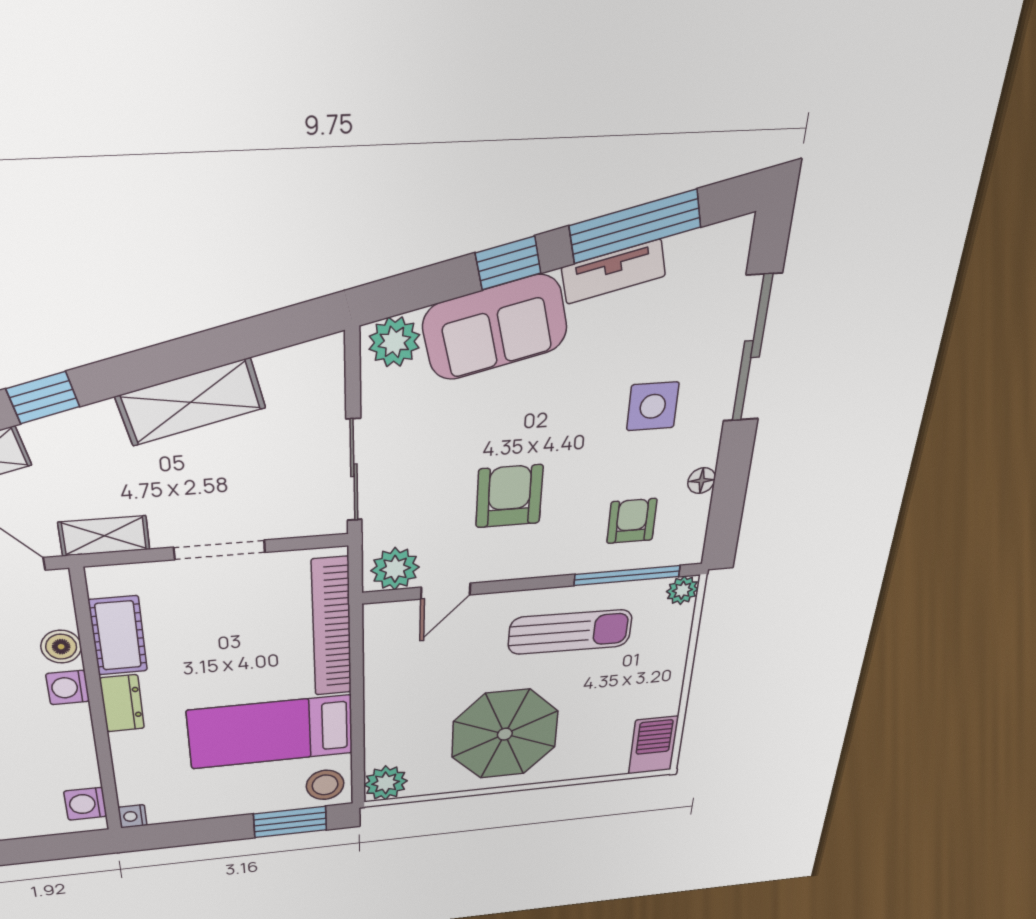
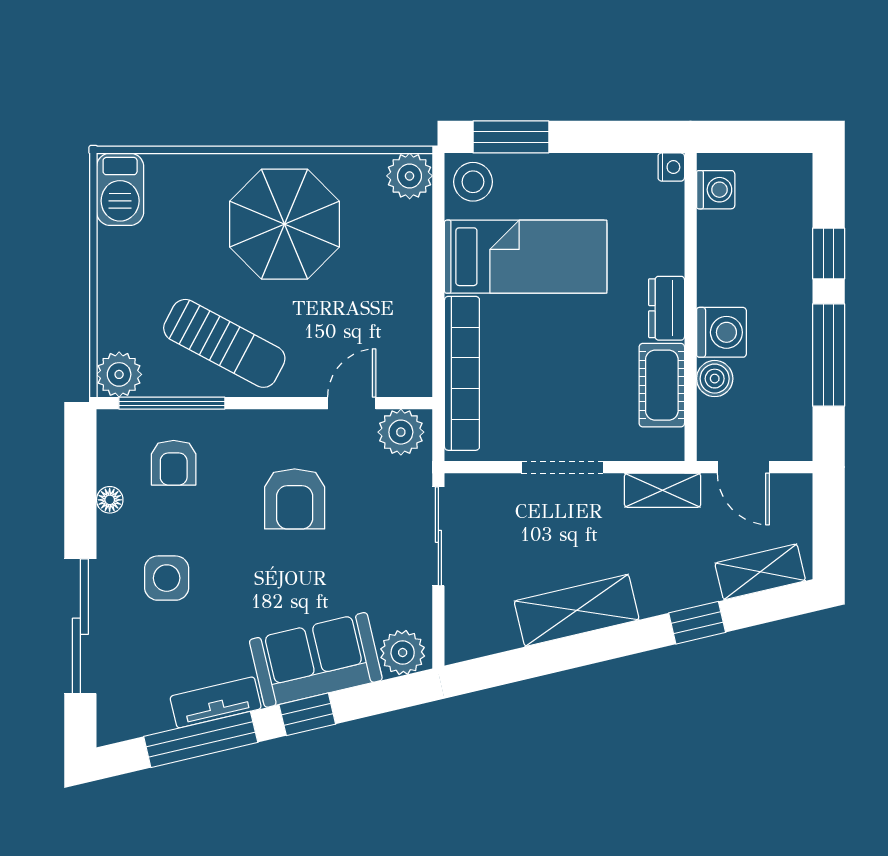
plant: (682, 590) -> (119, 374), width x1.38, depth x1.38
sun lounger: (570, 632) -> (224, 343), turned -153
washing machine: (68, 688) -> (721, 332), width x1.38, depth x1.38

